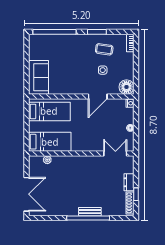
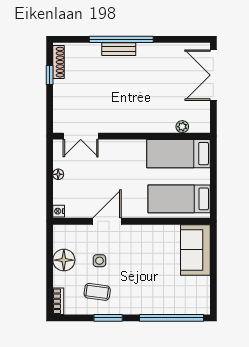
floor lamp: (126, 87) -> (64, 260), moved
dresser: (129, 182) -> (60, 93), removed

